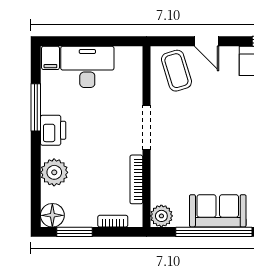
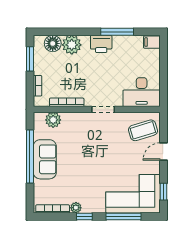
desk: (87, 67) -> (142, 92), moved, turned 90
doorway: (146, 128) -> (103, 109), width x0.73
floor lamp: (52, 215) -> (53, 43), moved
plant: (161, 216) -> (53, 120), moved

